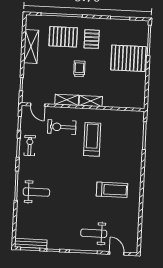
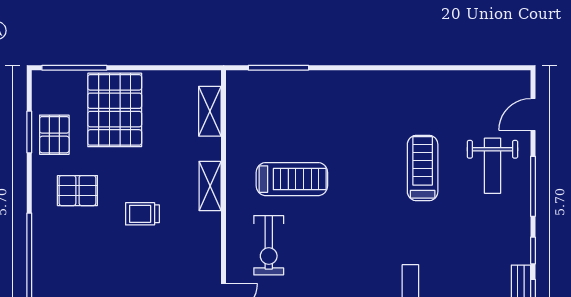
pallet: (63, 37) -> (54, 135), moved, width x0.67, depth x0.71
shelving: (67, 100) -> (210, 111), moved
treadmill: (92, 139) -> (292, 179), turned 180
treadmill: (112, 190) -> (423, 168), moved

